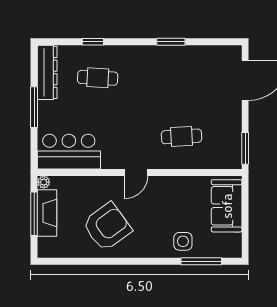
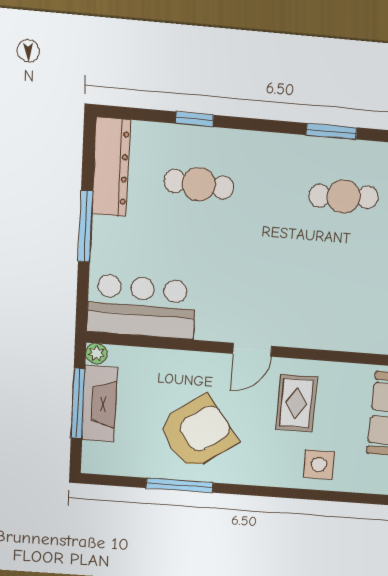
cafe table: (182, 136) -> (344, 197), moved
rug: (165, 203) -> (296, 403), added
window: (201, 261) -> (180, 485), moved

